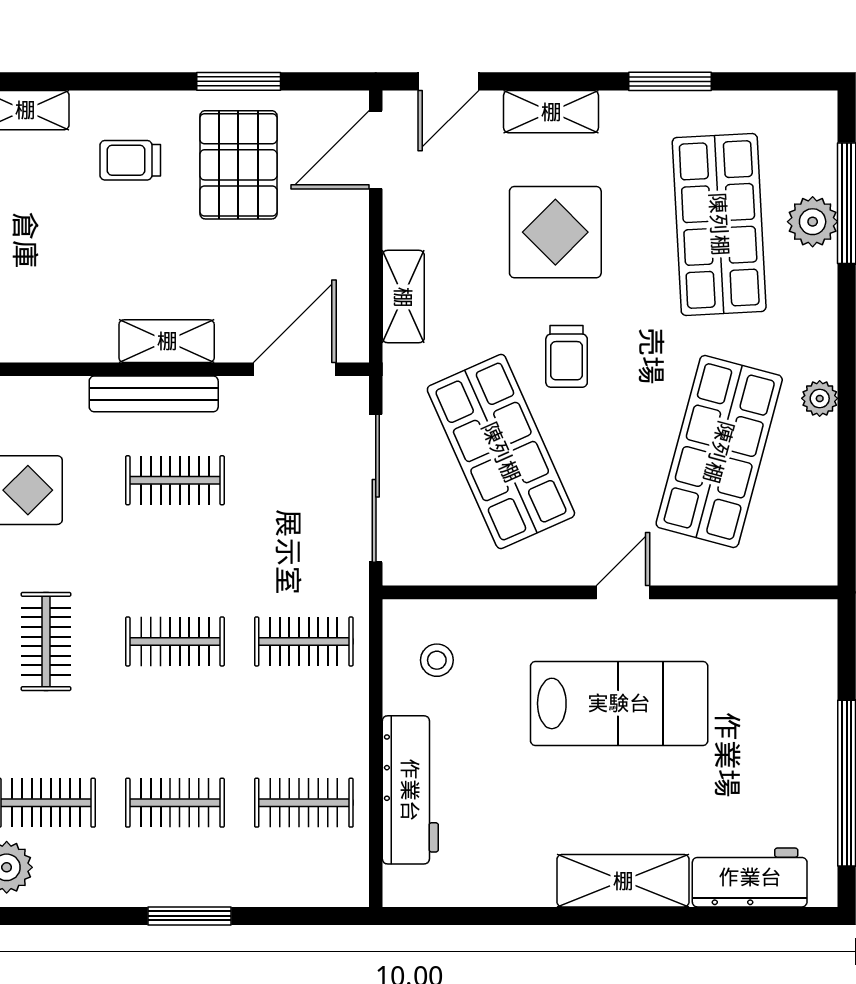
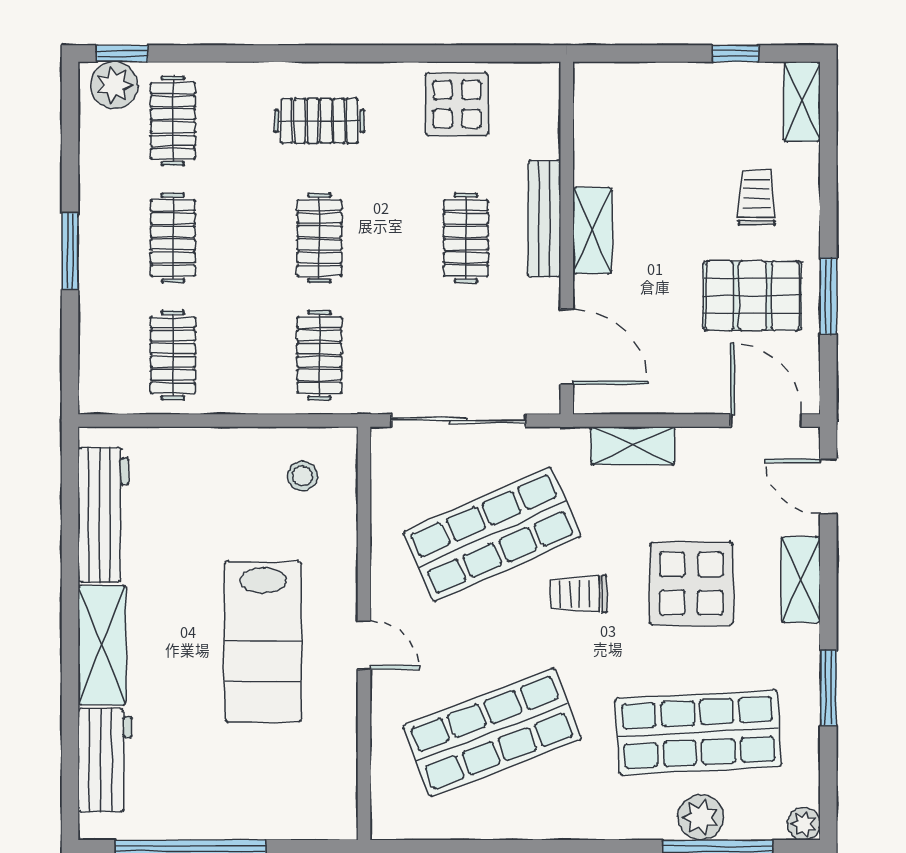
plant: (820, 398) -> (804, 824), moved
shop shelf: (719, 452) -> (492, 733), turned -36
workbench: (410, 790) -> (103, 515), moved, turned -90

